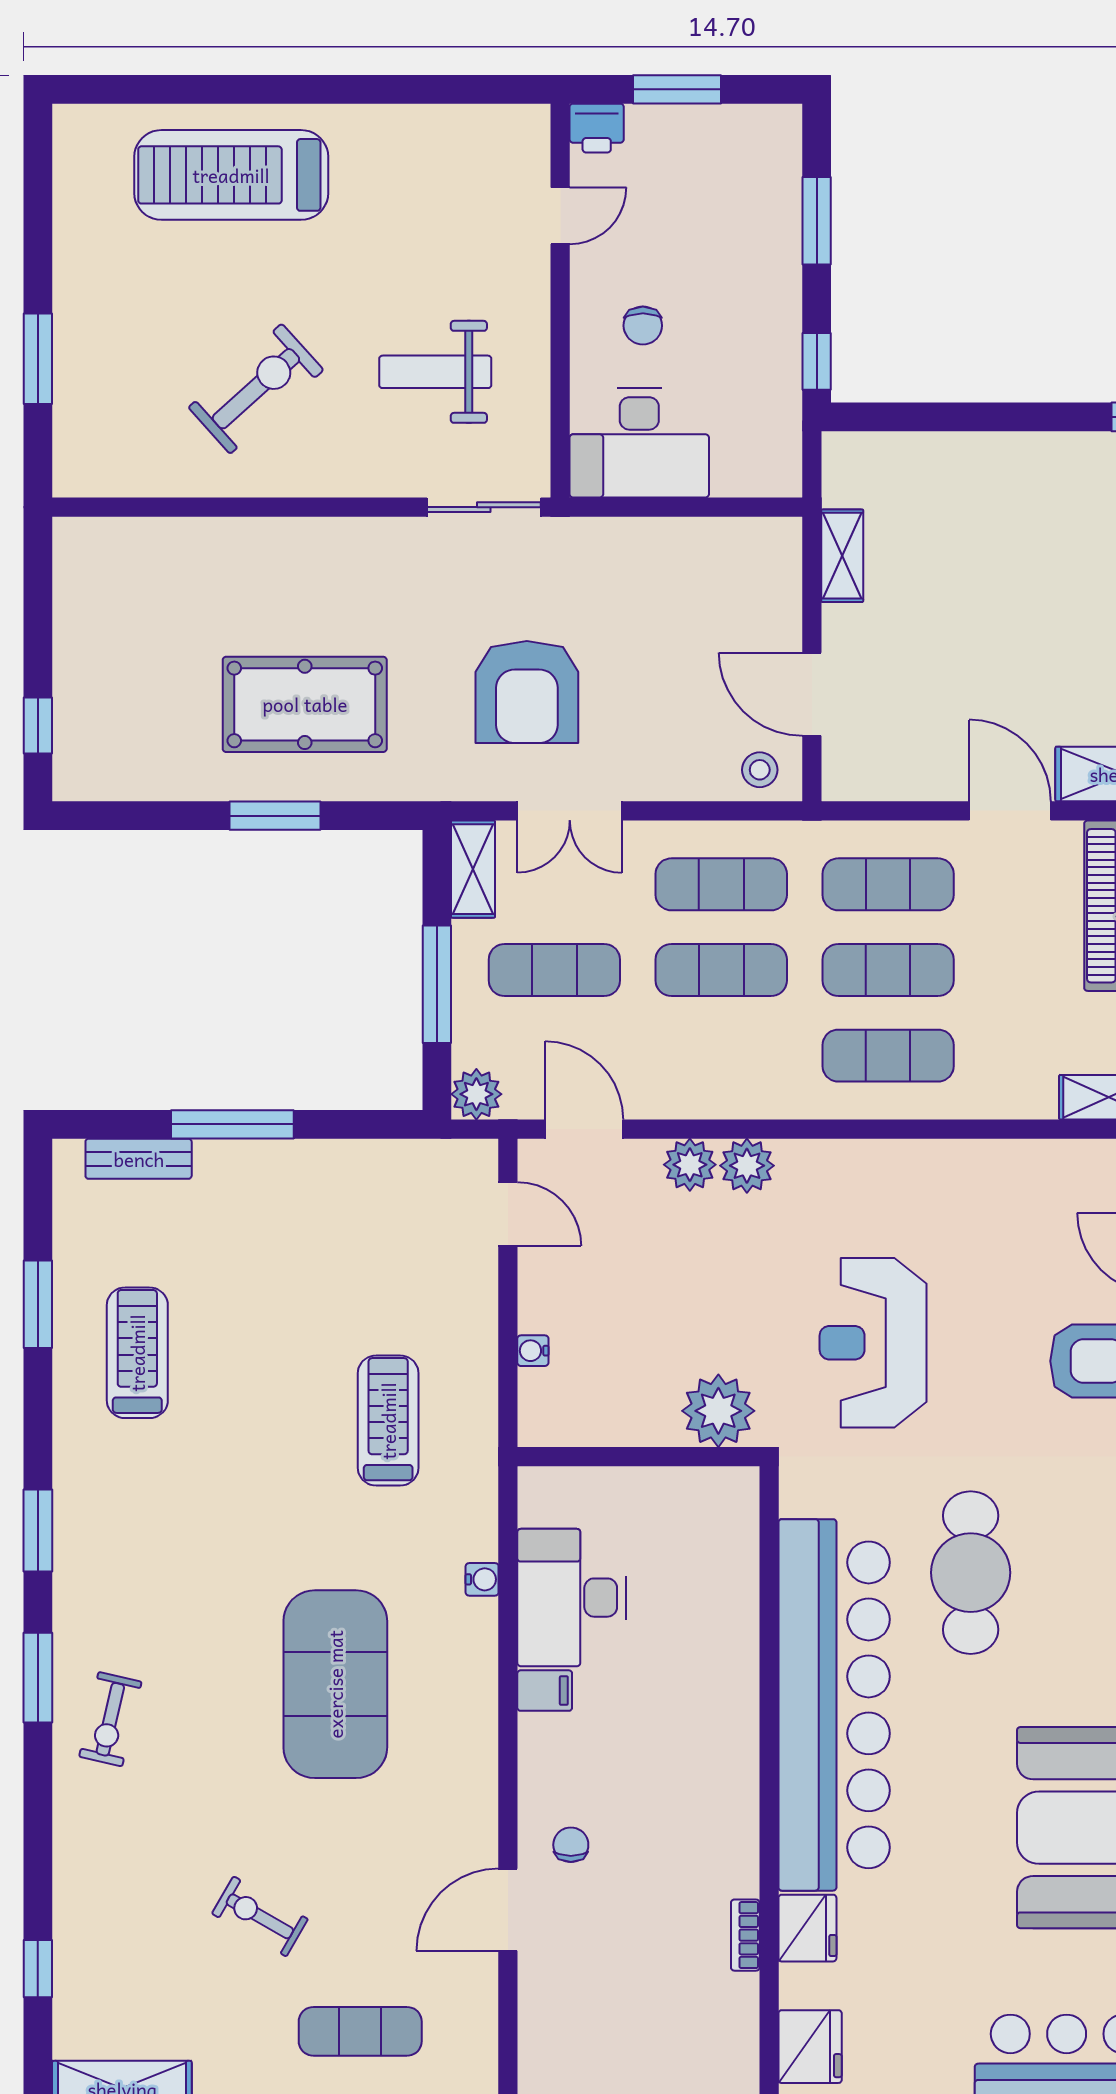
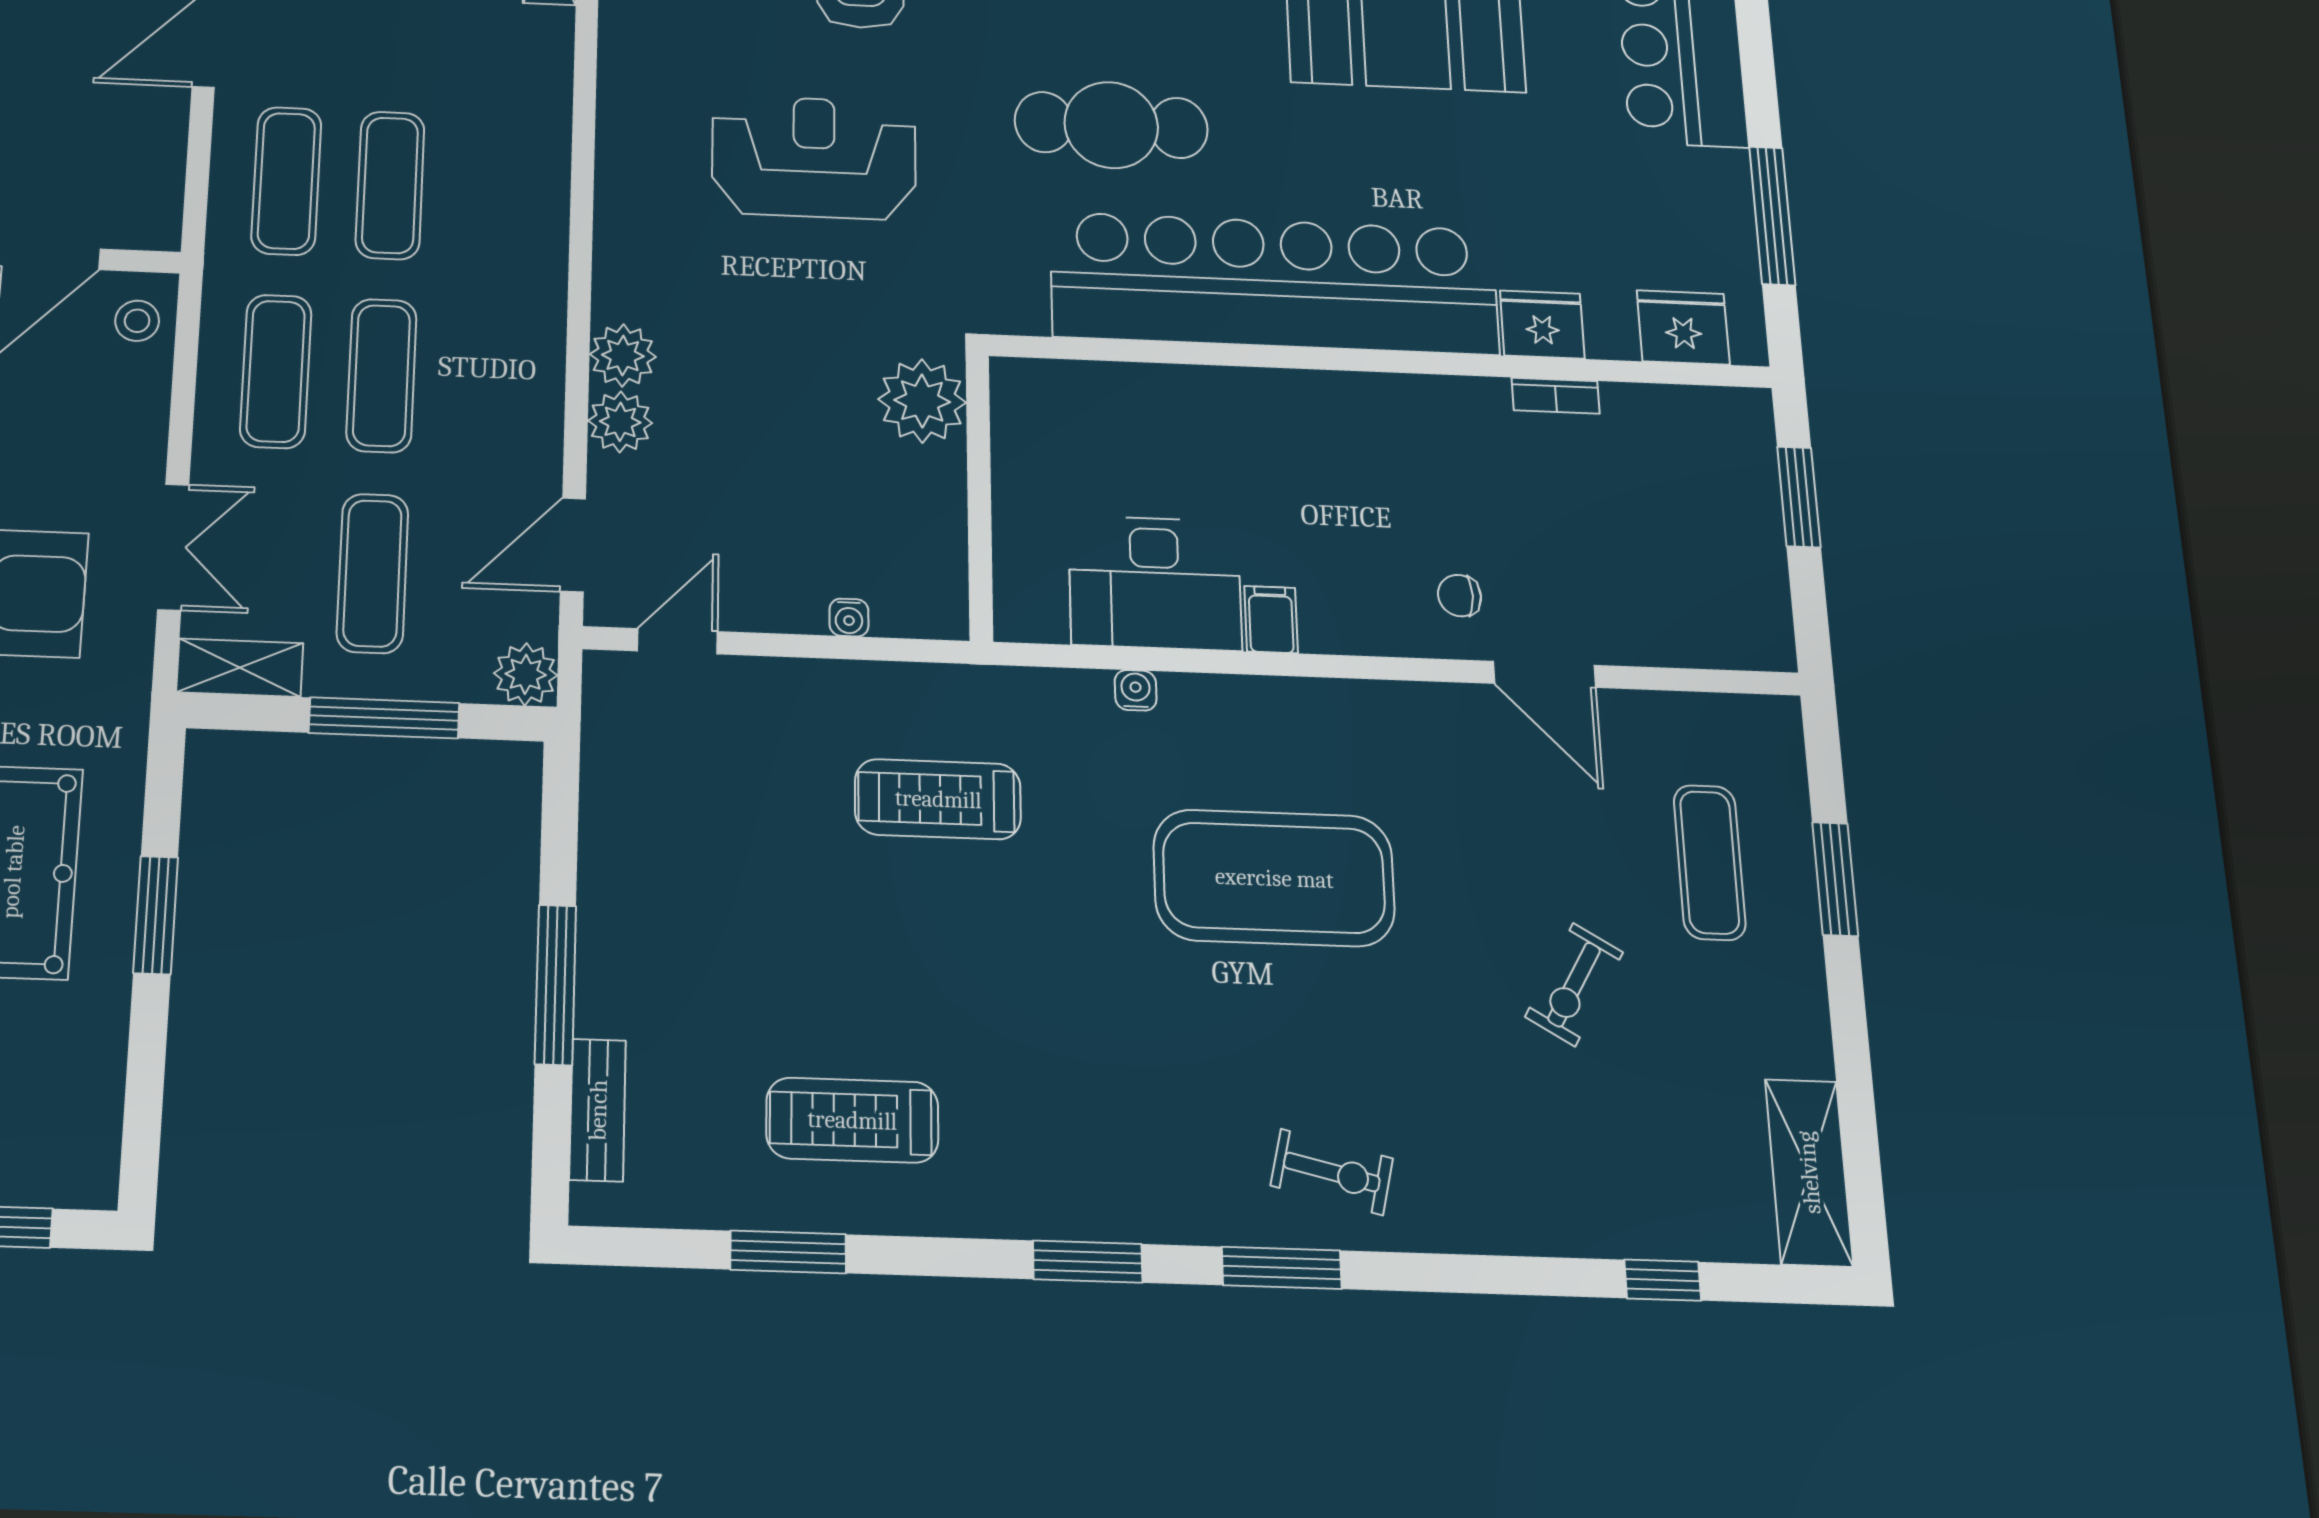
exercise mat: (888, 1056) -> (494, 190), removed
reception desk: (873, 1343) -> (814, 158), moved, turned 180

